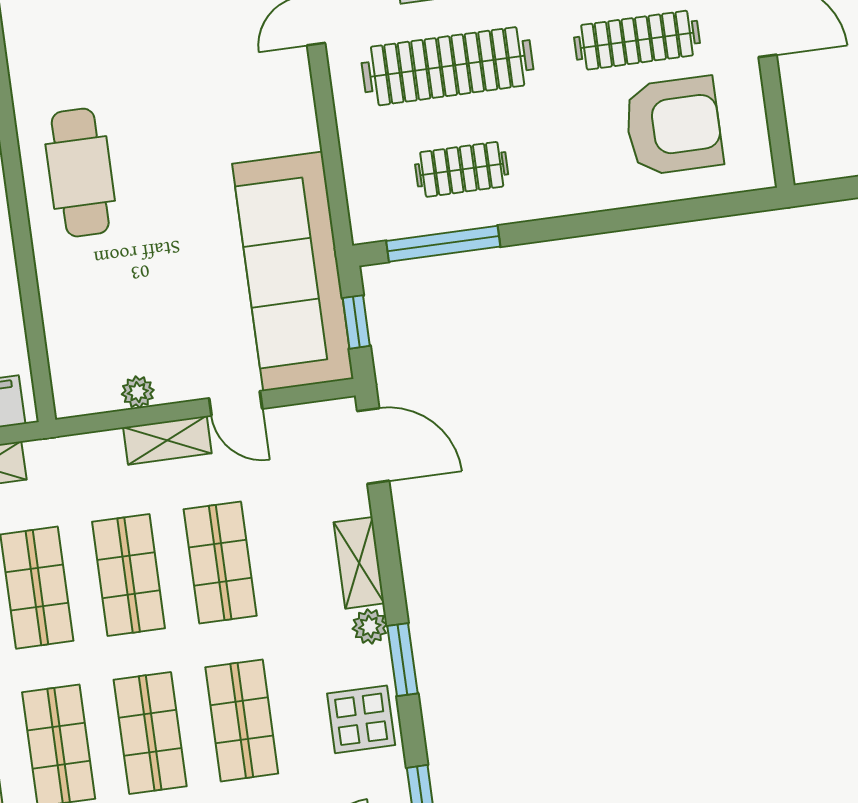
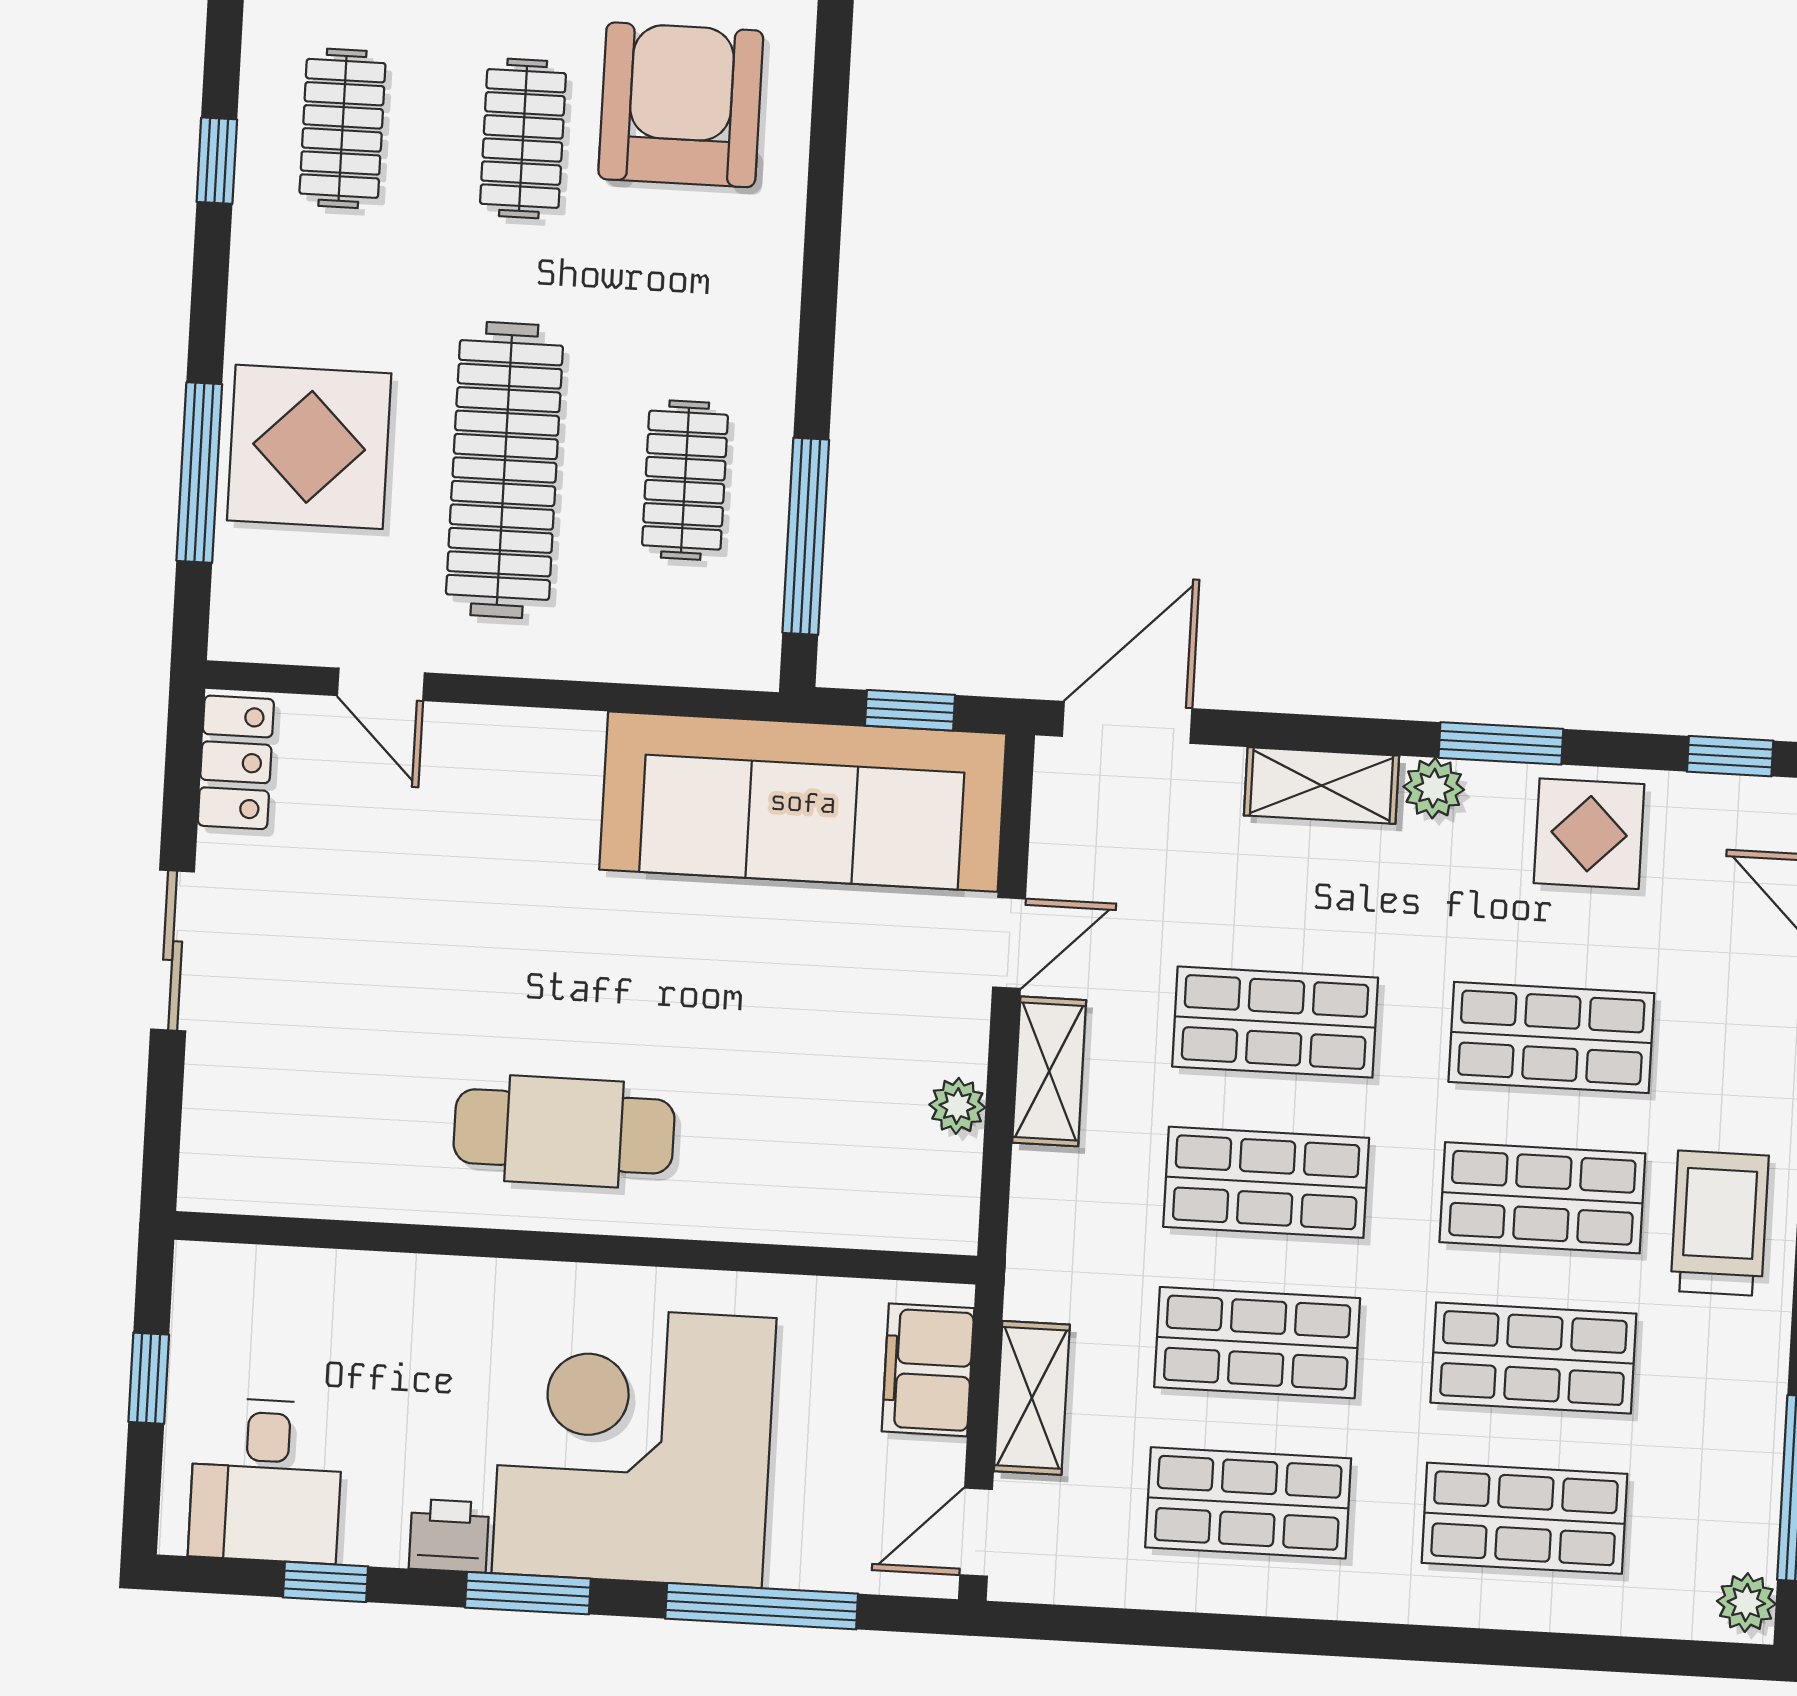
clothes rail: (637, 40) -> (523, 138), width x0.73

